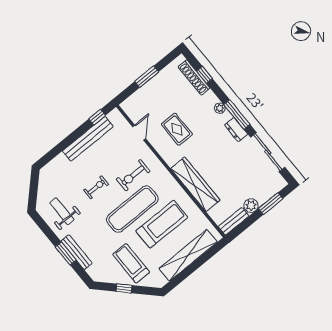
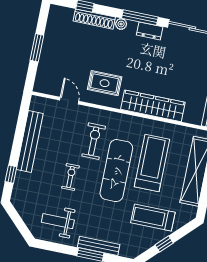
shoe rack: (194, 77) -> (94, 19), moved
window: (97, 117) -> (11, 174), moved
rug: (177, 129) -> (105, 83), moved
exercise bike: (133, 175) -> (94, 141), turned 180

